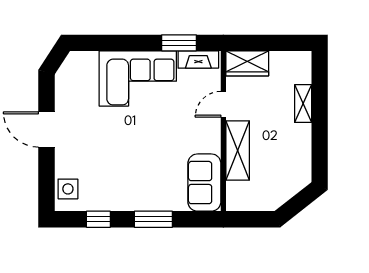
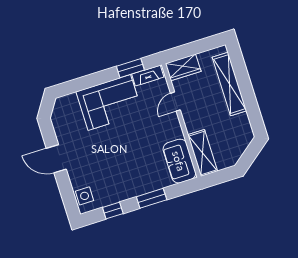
shelving: (303, 104) -> (229, 84), width x2.20, depth x1.33
shelving: (238, 151) -> (203, 153), moved

